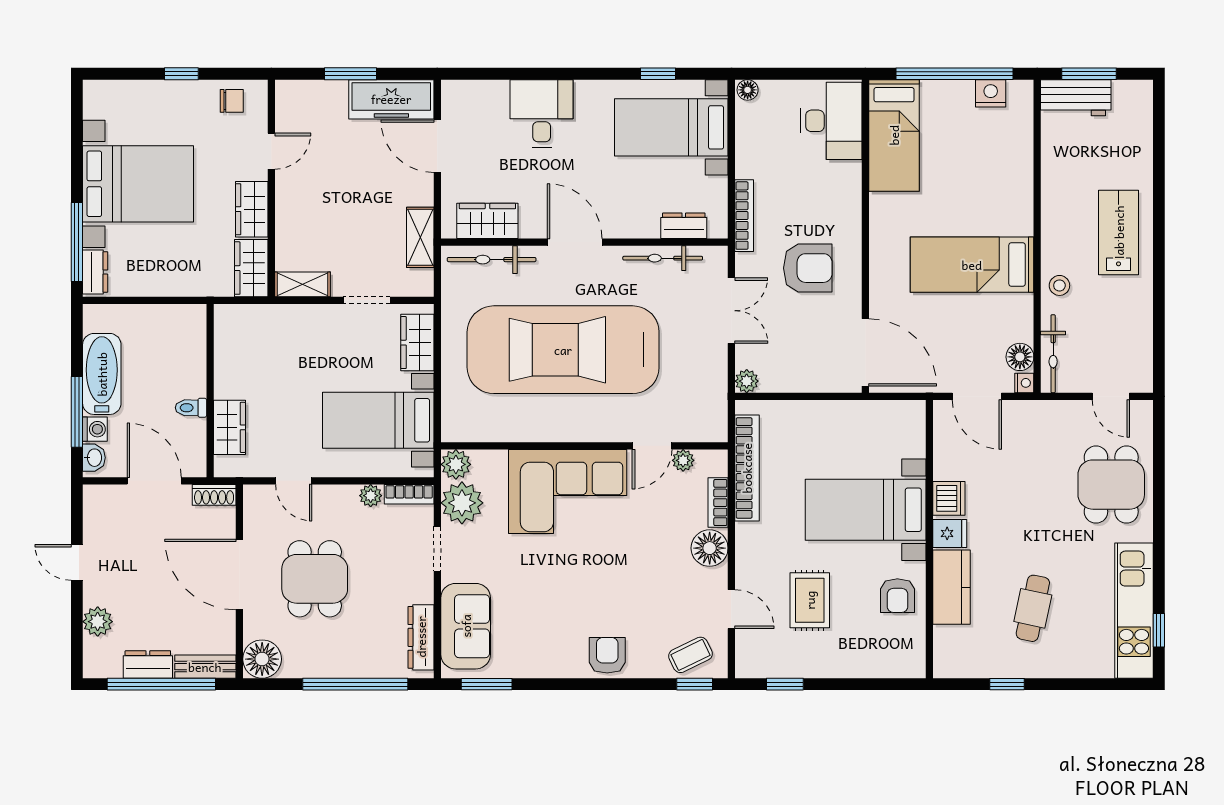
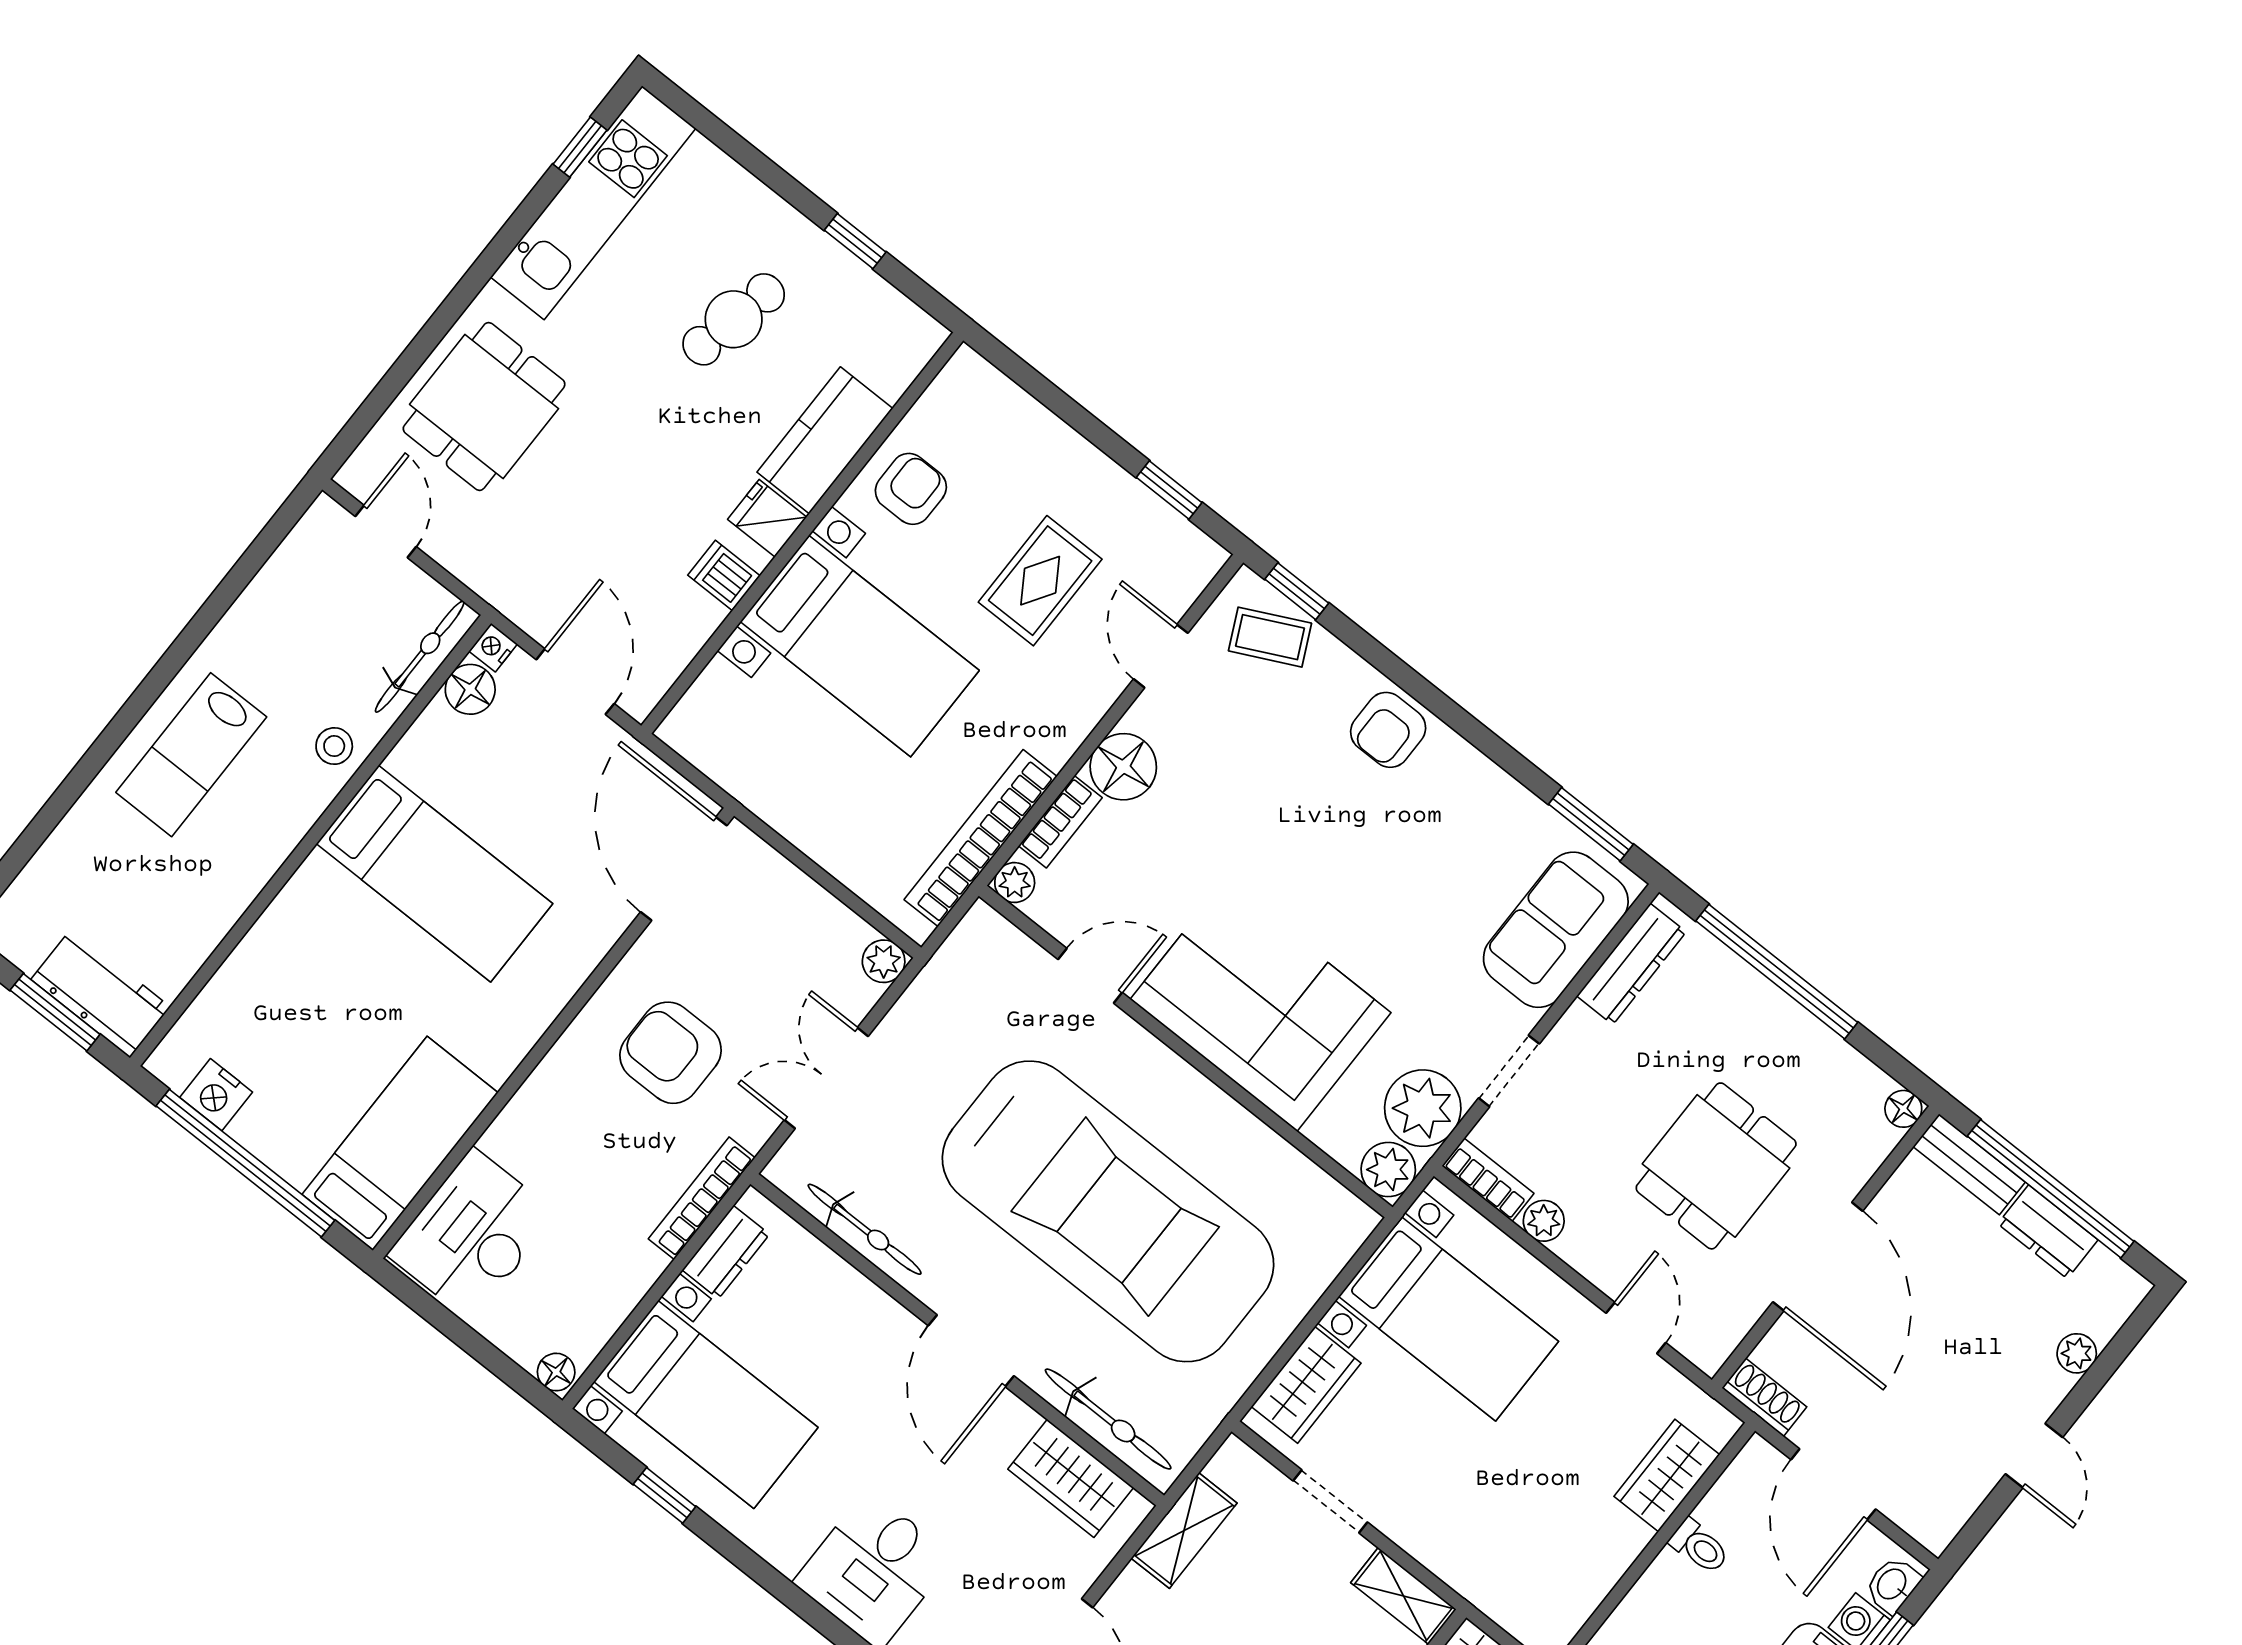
dresser: (684, 226) -> (726, 1252), moved, turned -90
plant: (683, 460) -> (1015, 883), moved
dishwasher: (949, 498) -> (724, 575), width x0.73
plant: (98, 622) -> (2077, 1353), width x0.73, depth x0.73
floor lamp: (262, 659) -> (1903, 1109), width x0.53, depth x0.53

